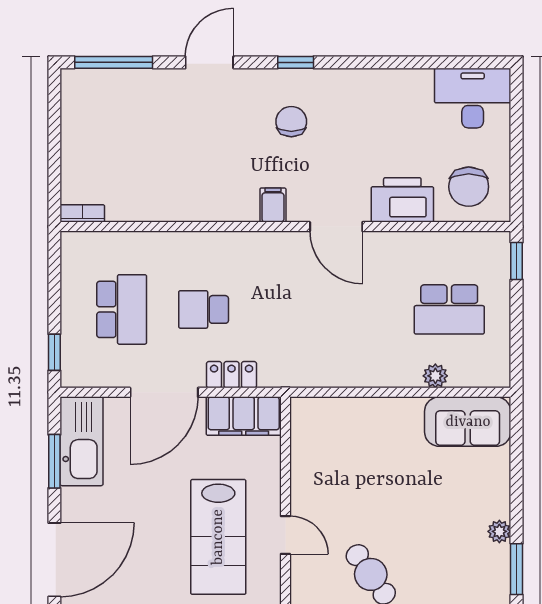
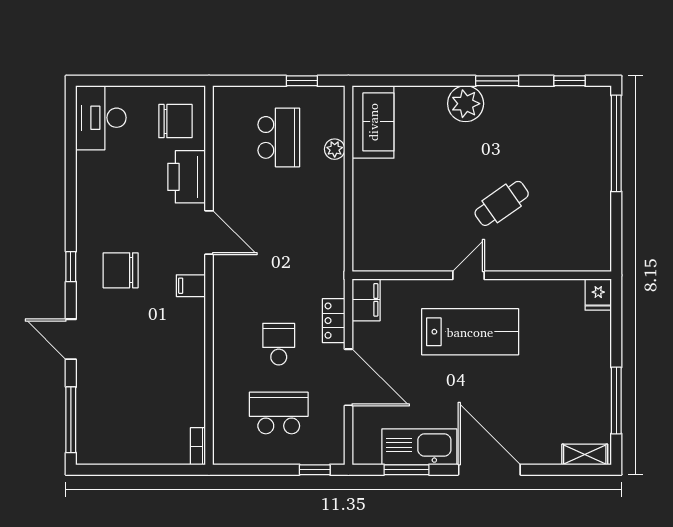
chair: (291, 122) -> (121, 270), width x1.37, depth x1.37
door: (336, 227) -> (209, 233), hinge flipped
window: (517, 261) -> (302, 81), moved
school desk: (204, 309) -> (279, 344), turned 180
filing cabinet: (244, 416) -> (366, 300), width x0.67, depth x0.86
kitchen sink: (82, 441) -> (419, 447), moved
plant: (499, 531) -> (466, 104), width x1.88, depth x1.88

